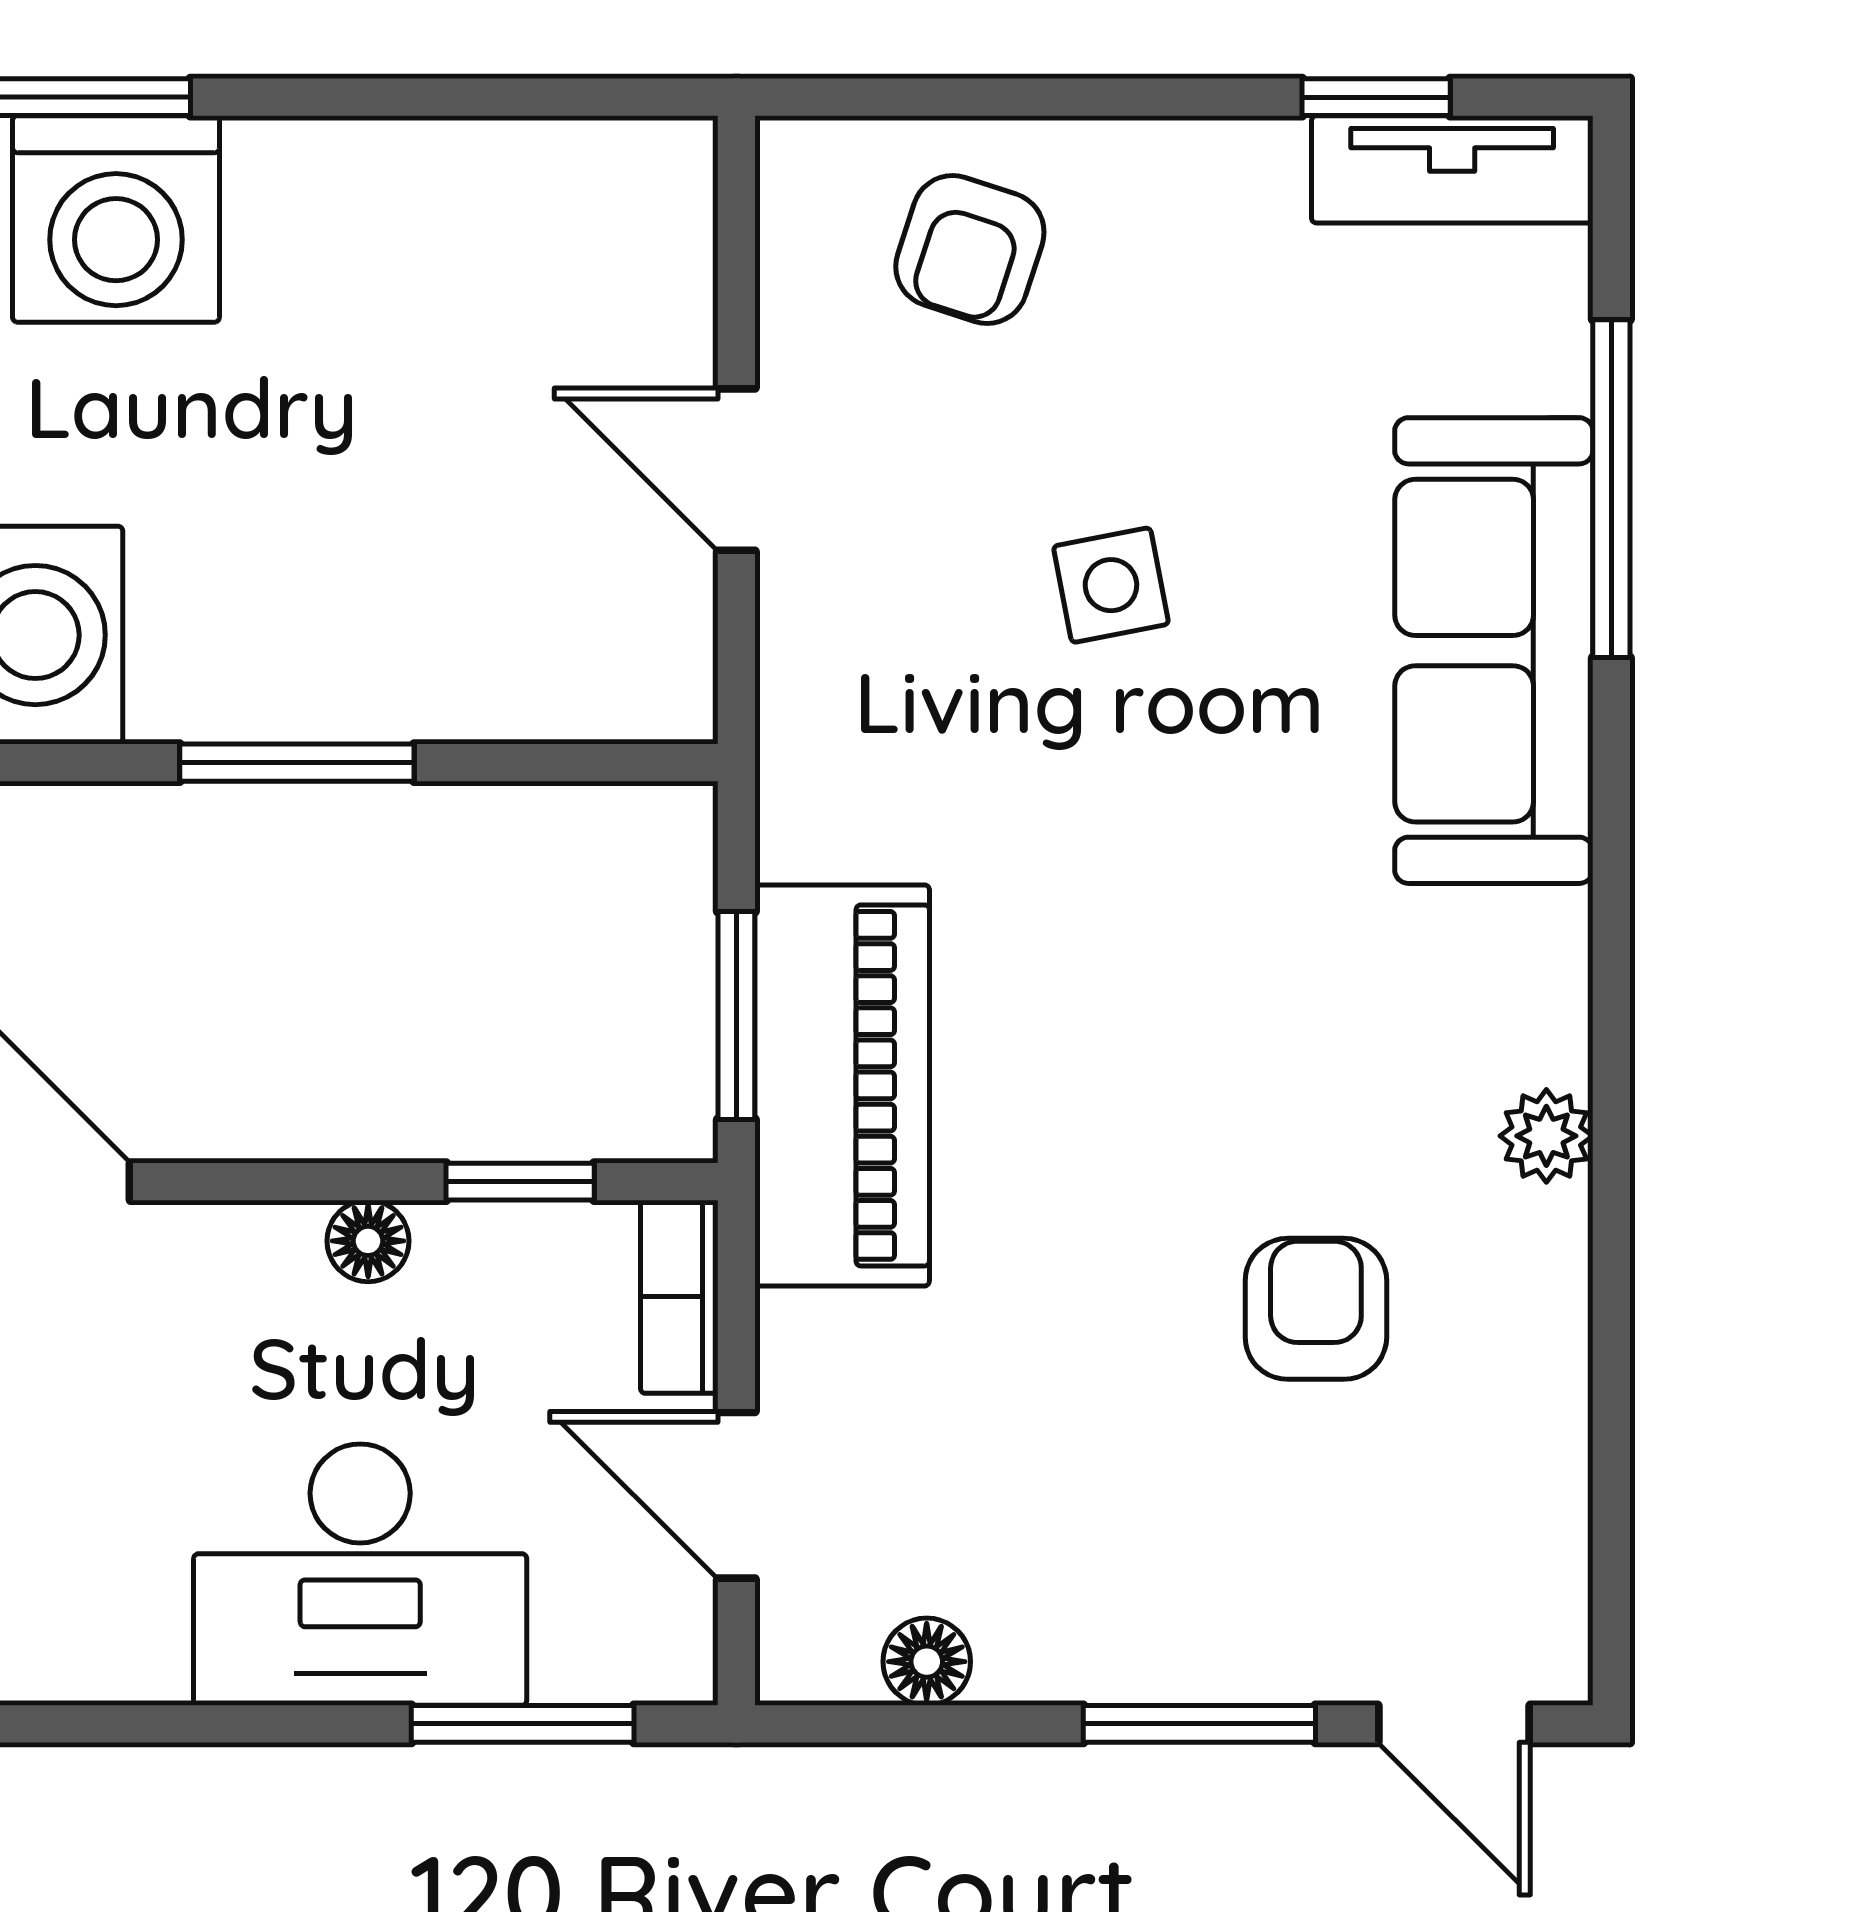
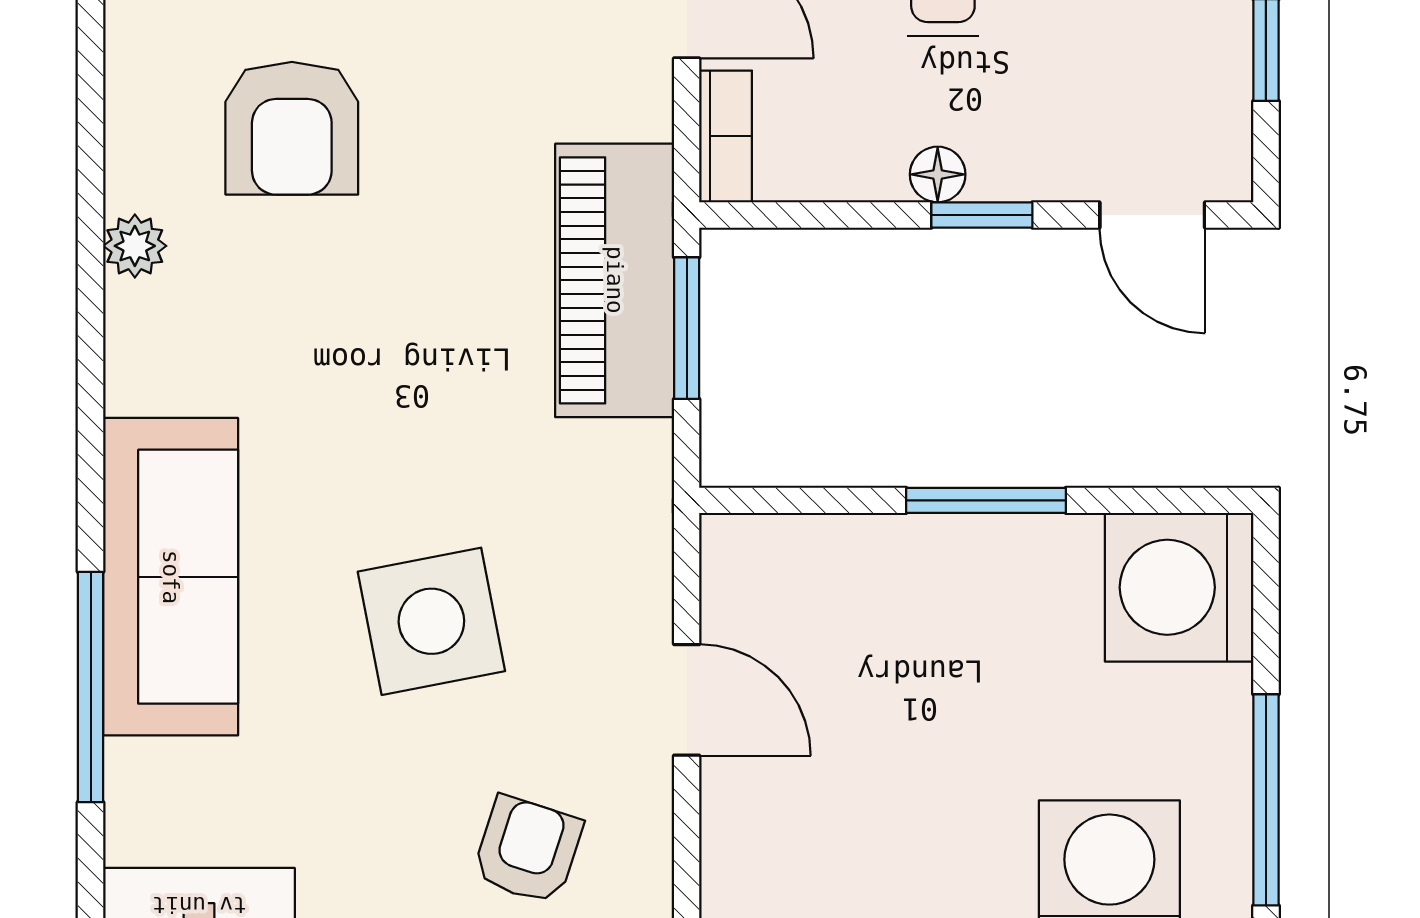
side table: (1111, 585) -> (431, 621), width x1.87, depth x1.87
window: (520, 1182) -> (982, 215), moved
armchair: (1316, 1309) -> (292, 128), width x1.38, depth x1.38

